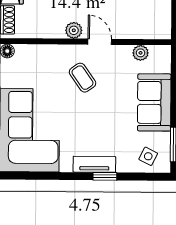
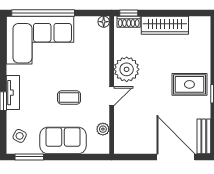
plant: (74, 30) -> (127, 69), width x1.87, depth x1.87
coffee table: (83, 78) -> (69, 97), moved, turned 35

